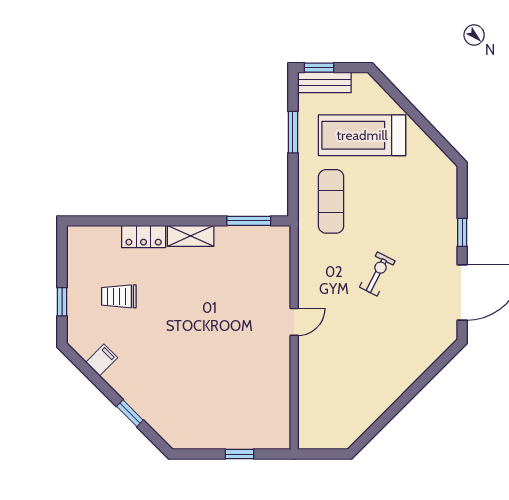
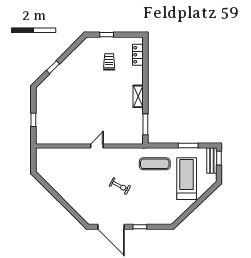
locker: (144, 237) -> (138, 55), moved
door: (294, 322) -> (97, 146), swing flipped
filing cabinet: (102, 360) -> (79, 54), removed

